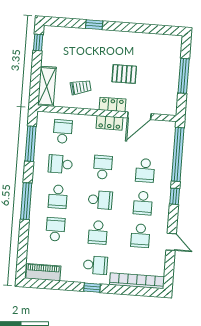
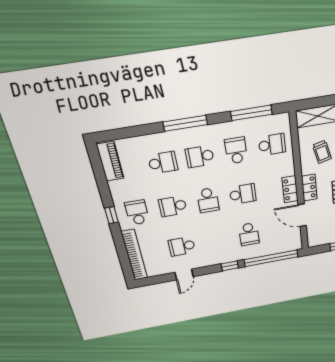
school desk: (145, 170) -> (249, 234), turned -90
school desk: (143, 203) -> (216, 240), removed
school desk: (95, 265) -> (137, 213), turned 180

